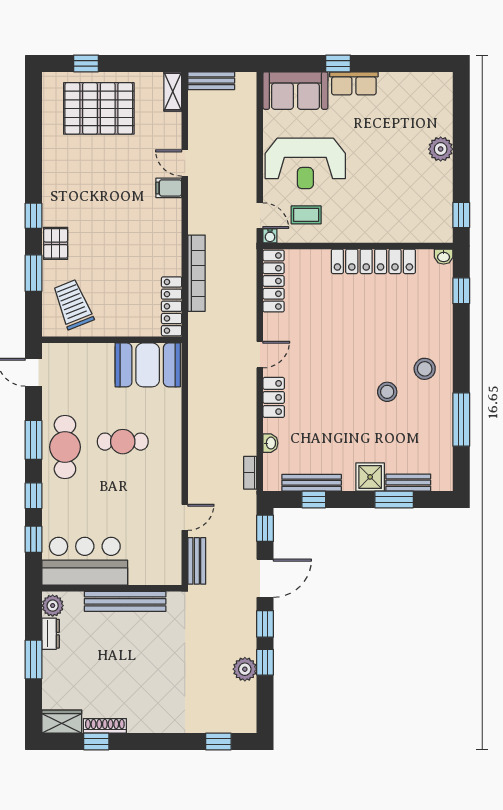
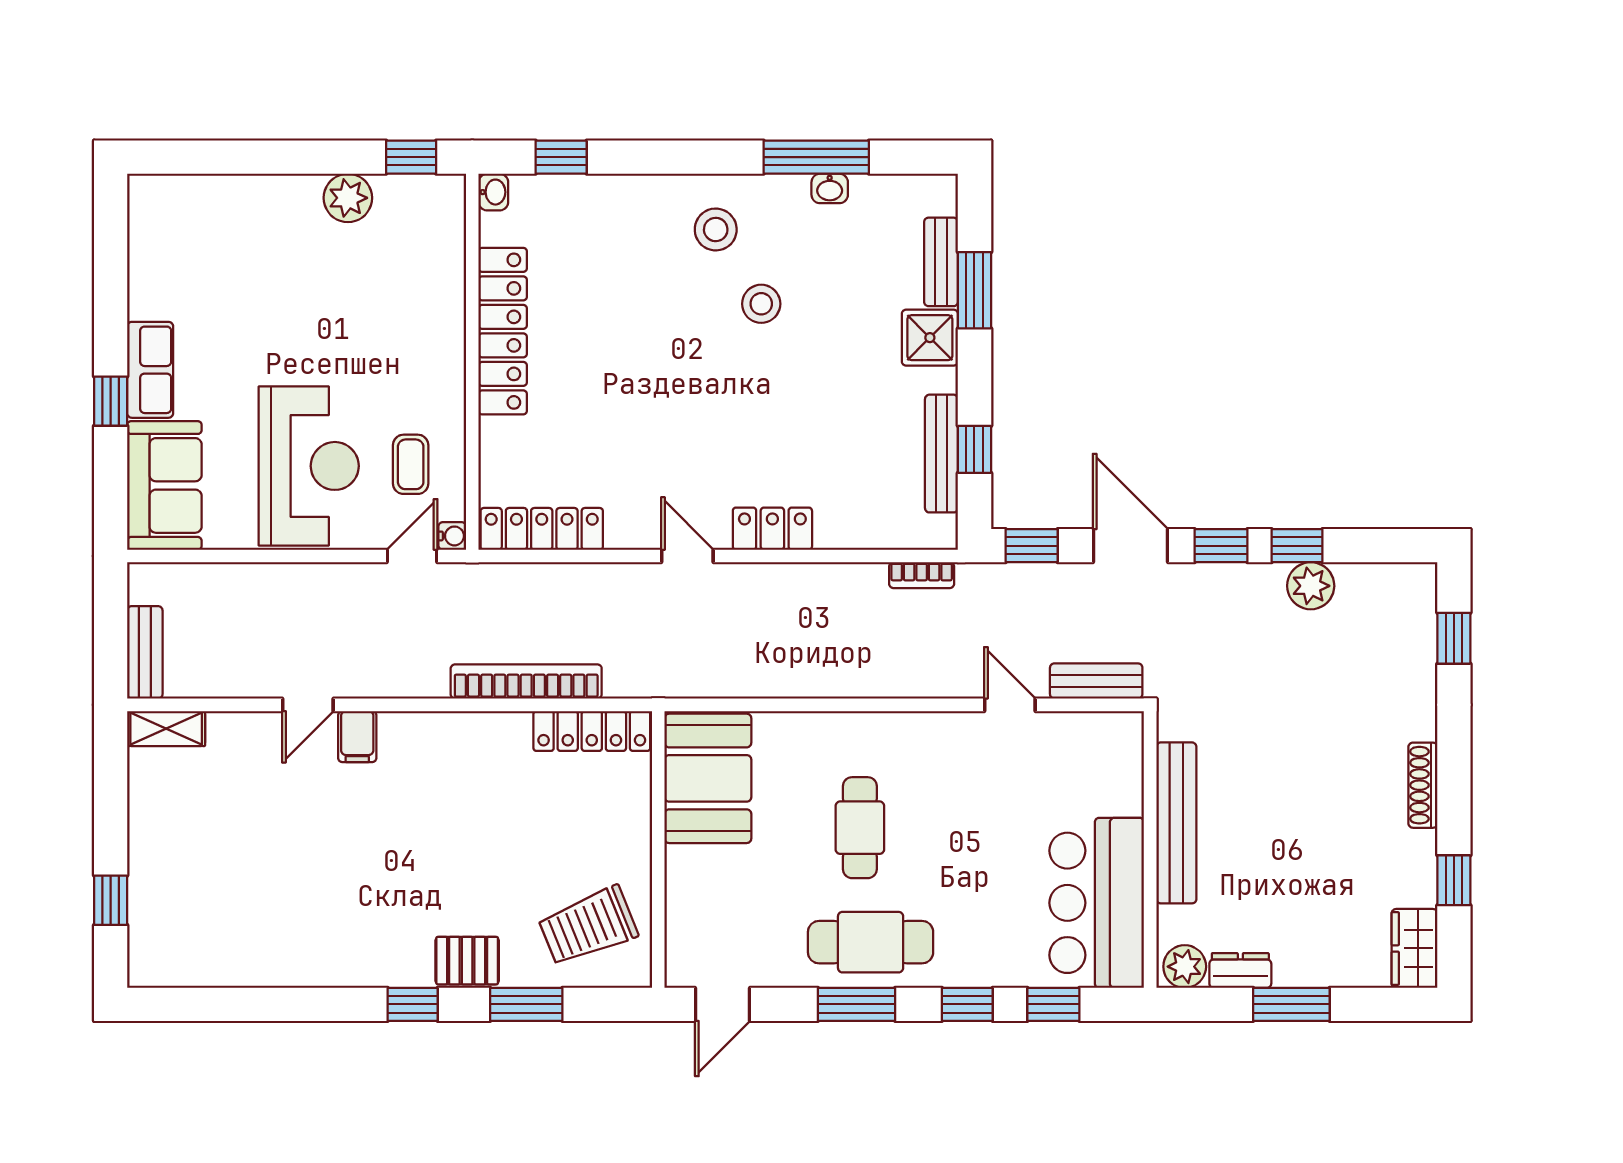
pallet: (99, 108) -> (200, 875), removed
plant: (441, 149) -> (348, 198), moved
washbasin: (270, 443) -> (830, 188), moved, turned 180
shoe rack: (105, 726) -> (1423, 785), moved

